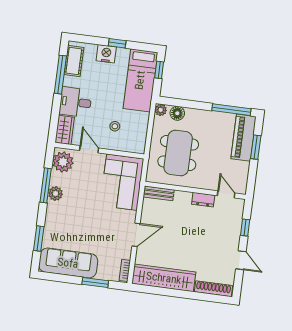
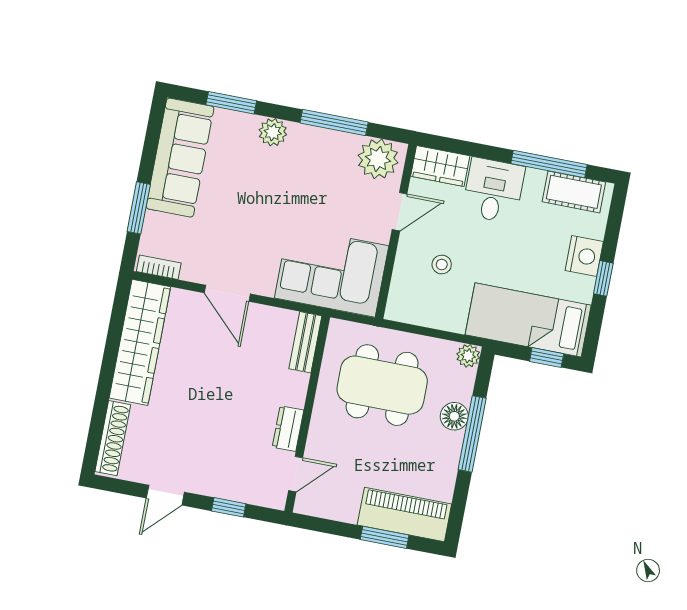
window: (231, 110) -> (472, 434), moved
floor lamp: (177, 113) -> (454, 416), moved
plant: (56, 194) -> (273, 132), moved

